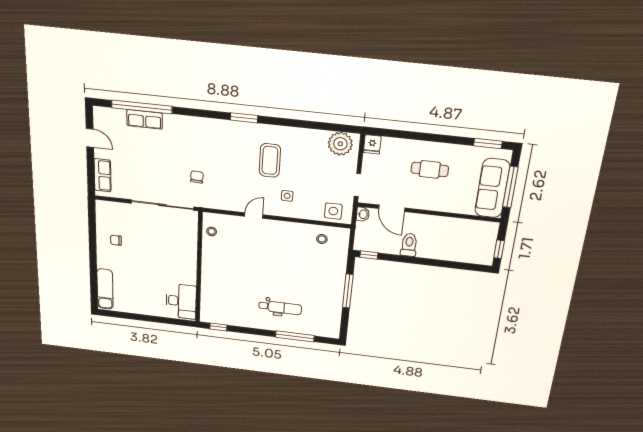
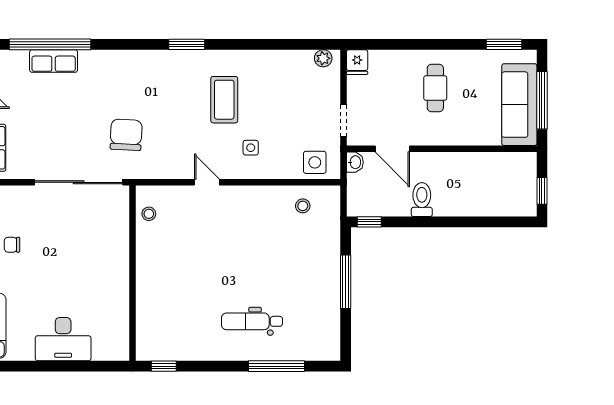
plant: (340, 144) -> (323, 58), width x0.53, depth x0.53
cafe table: (430, 169) -> (435, 88), turned 90
chair: (197, 177) -> (126, 135), width x1.87, depth x1.87
door: (254, 215) -> (207, 182), hinge flipped
desk: (181, 301) -> (63, 339), moved, turned 90
dental chair: (280, 308) -> (252, 321), turned 180

